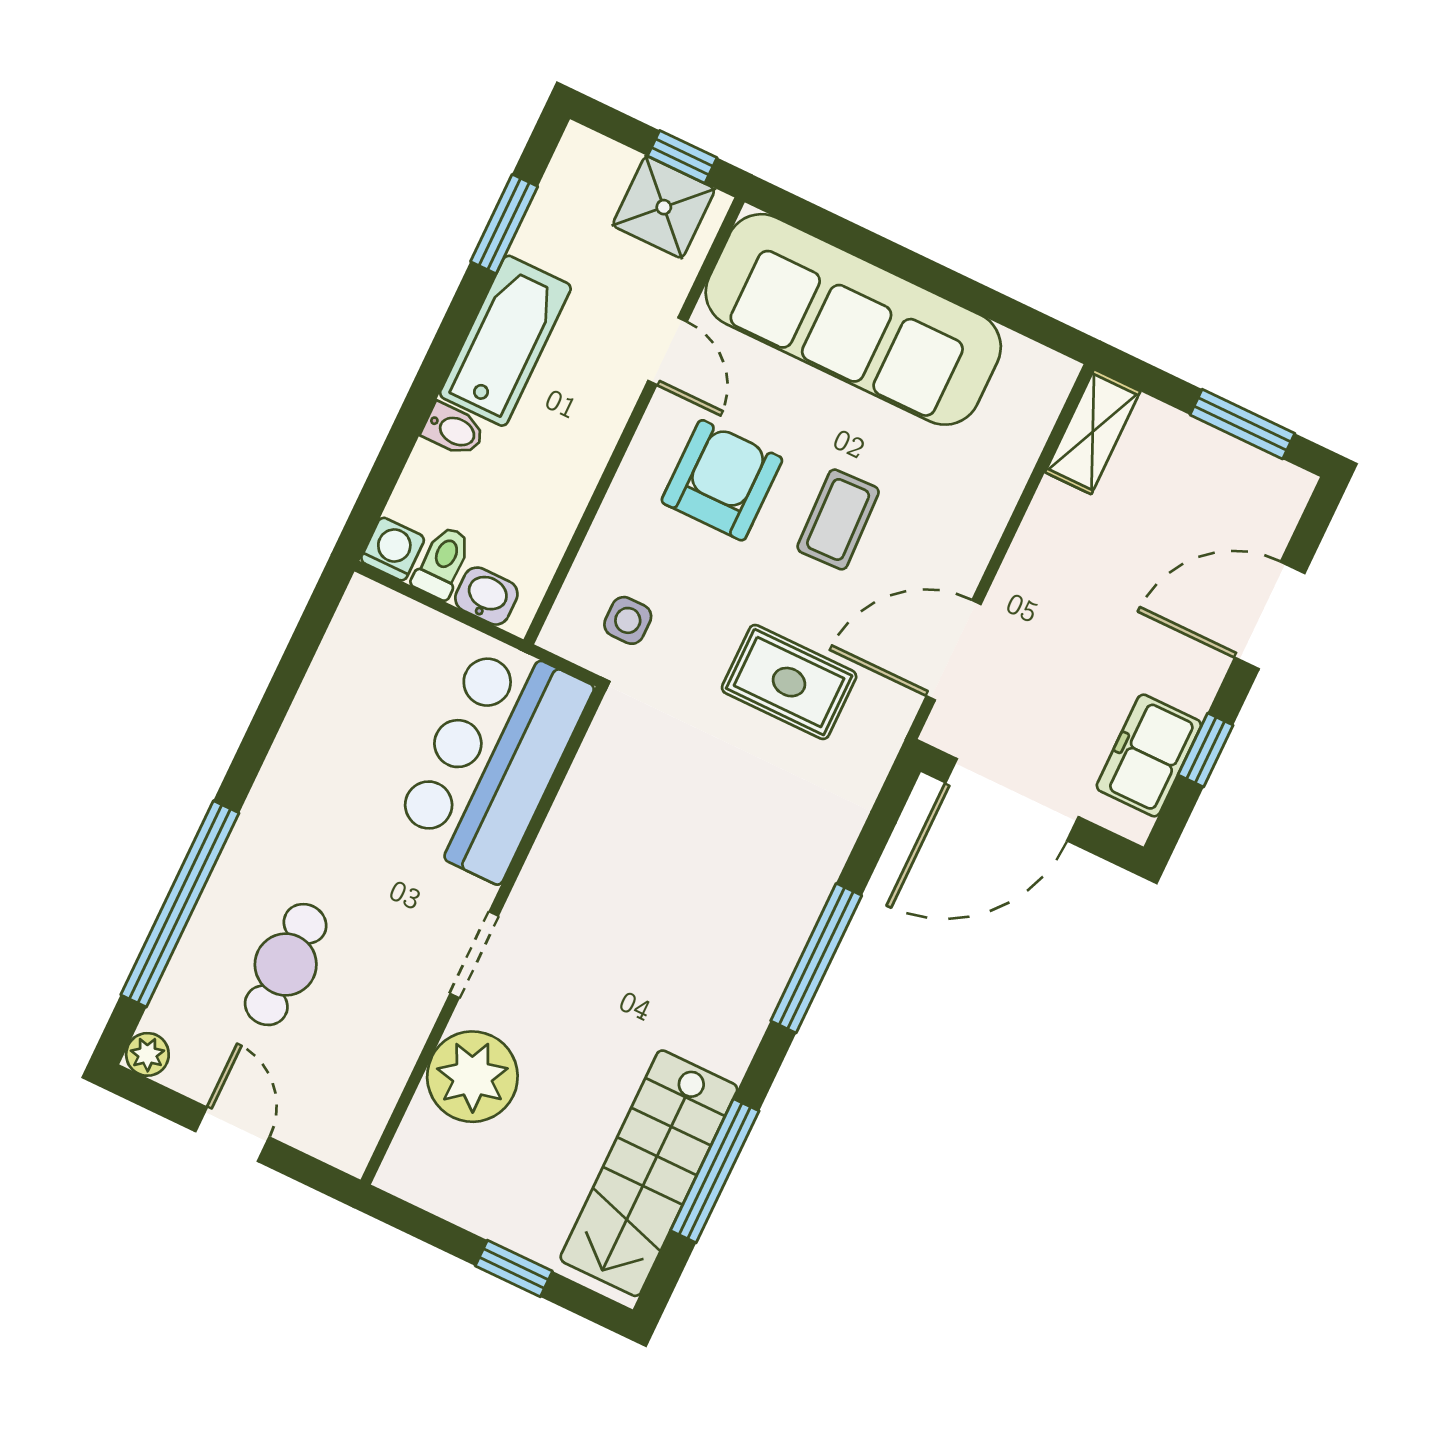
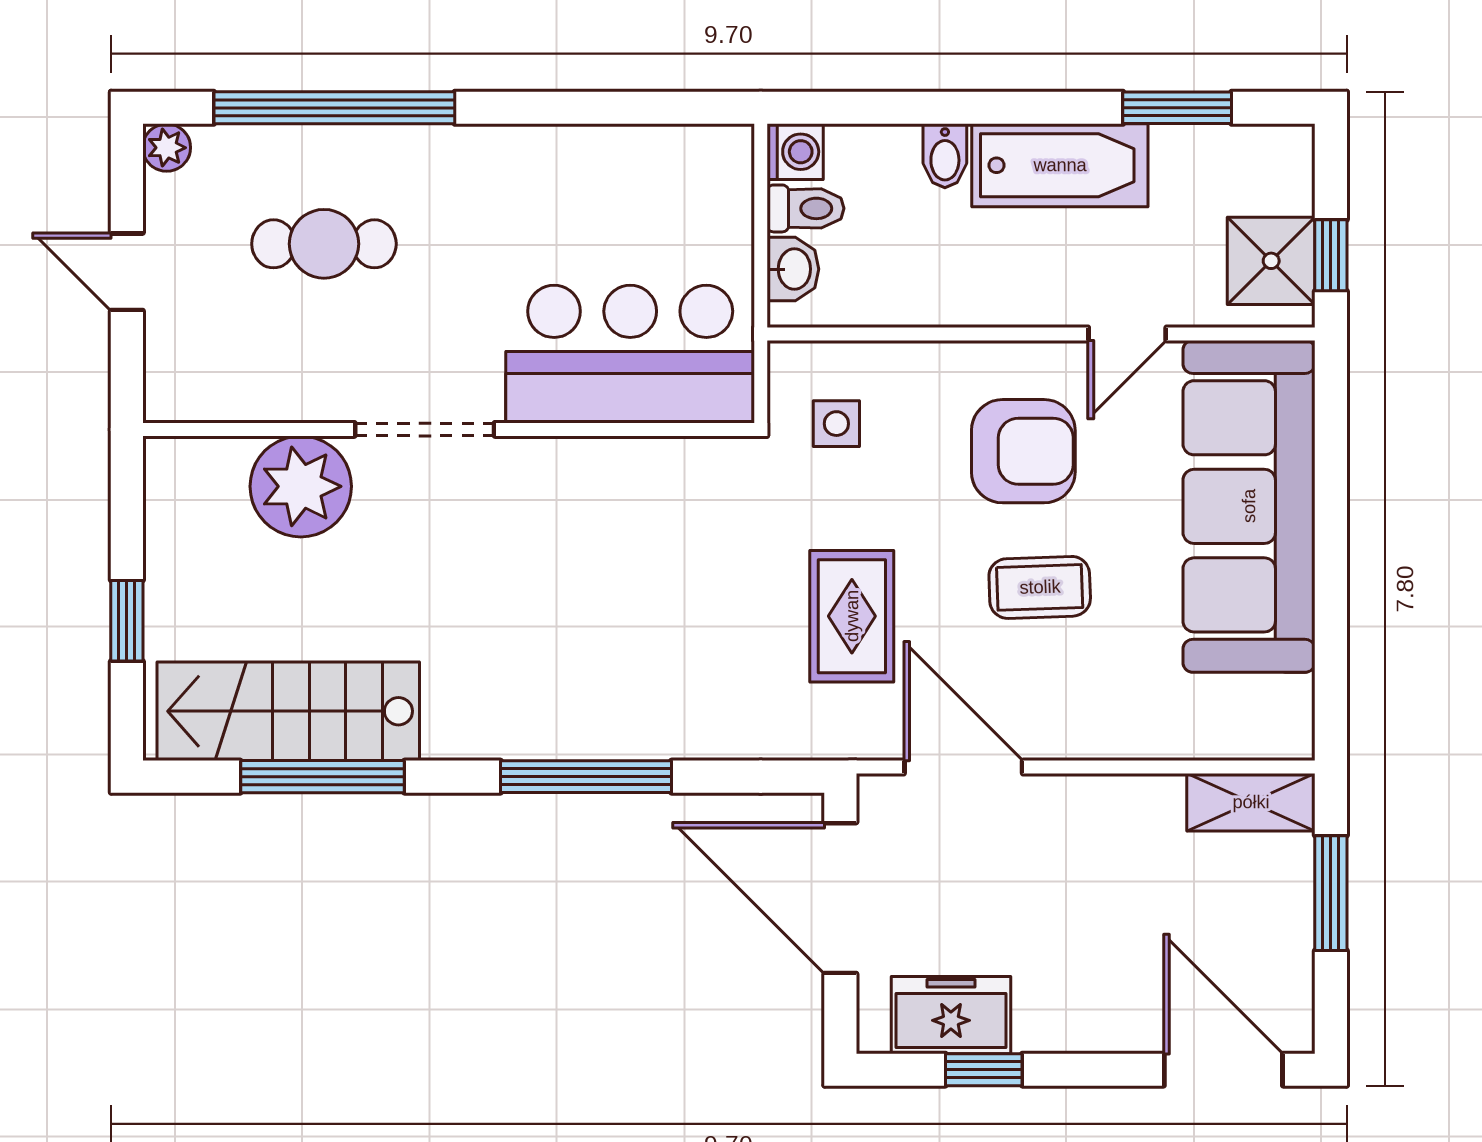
window: (1242, 424) -> (1331, 893), moved
door: (1270, 615) -> (1223, 1070), moved
doorway: (474, 955) -> (425, 429), width x1.38
door: (232, 1134) -> (127, 272), swing flipped

